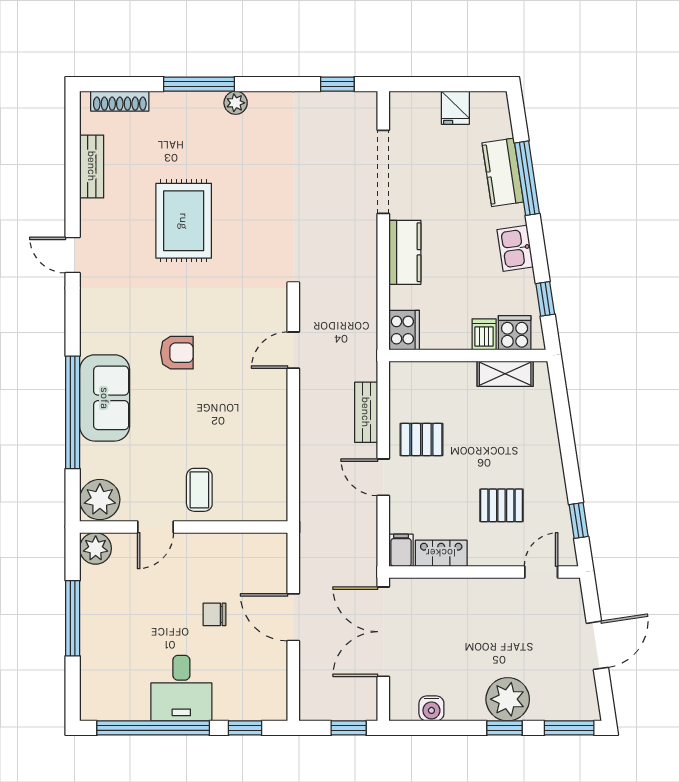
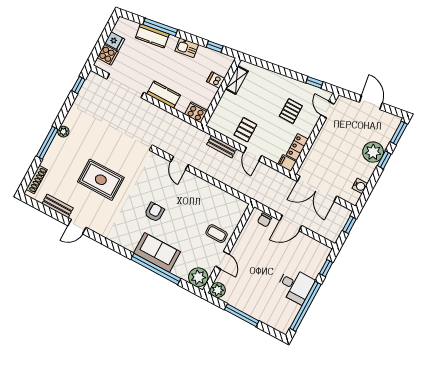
door: (73, 255) -> (77, 227), moved
cooker: (515, 333) -> (108, 55), moved, turned 180
door: (383, 477) -> (253, 154), hinge flipped
chair: (214, 614) -> (264, 220), moved

